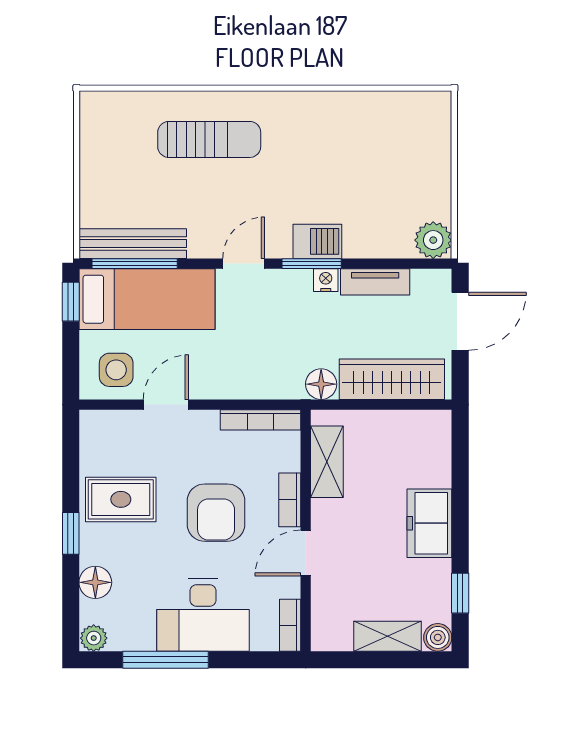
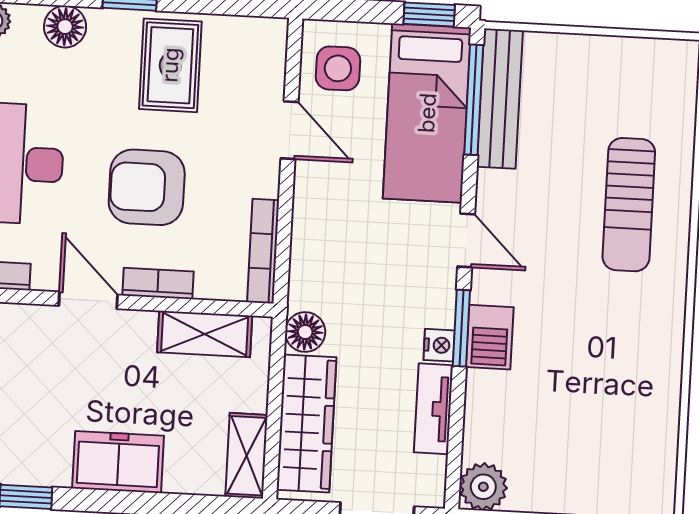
shelving: (419, 424) -> (246, 456), added

